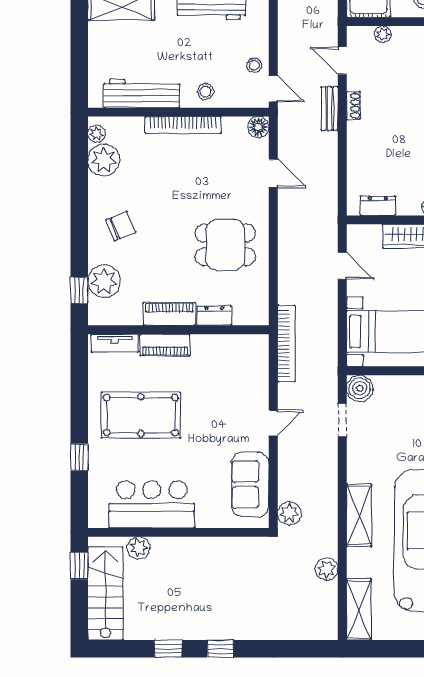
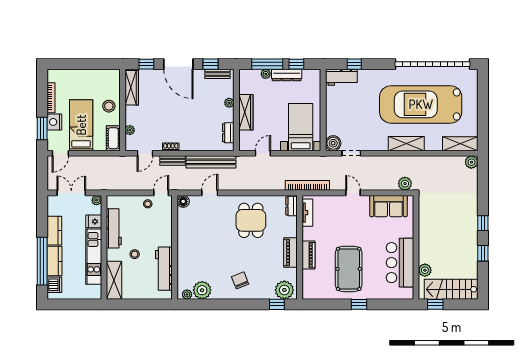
stool: (205, 92) -> (135, 254), moved
bookcase: (183, 125) -> (182, 245), removed
bench: (327, 176) -> (211, 162), added
plant: (104, 281) -> (284, 290), moved
dresser: (214, 316) -> (292, 206), moved
tv unit: (115, 343) -> (307, 213), moved
window: (79, 457) -> (359, 304), moved
plant: (327, 569) -> (471, 162), moved

